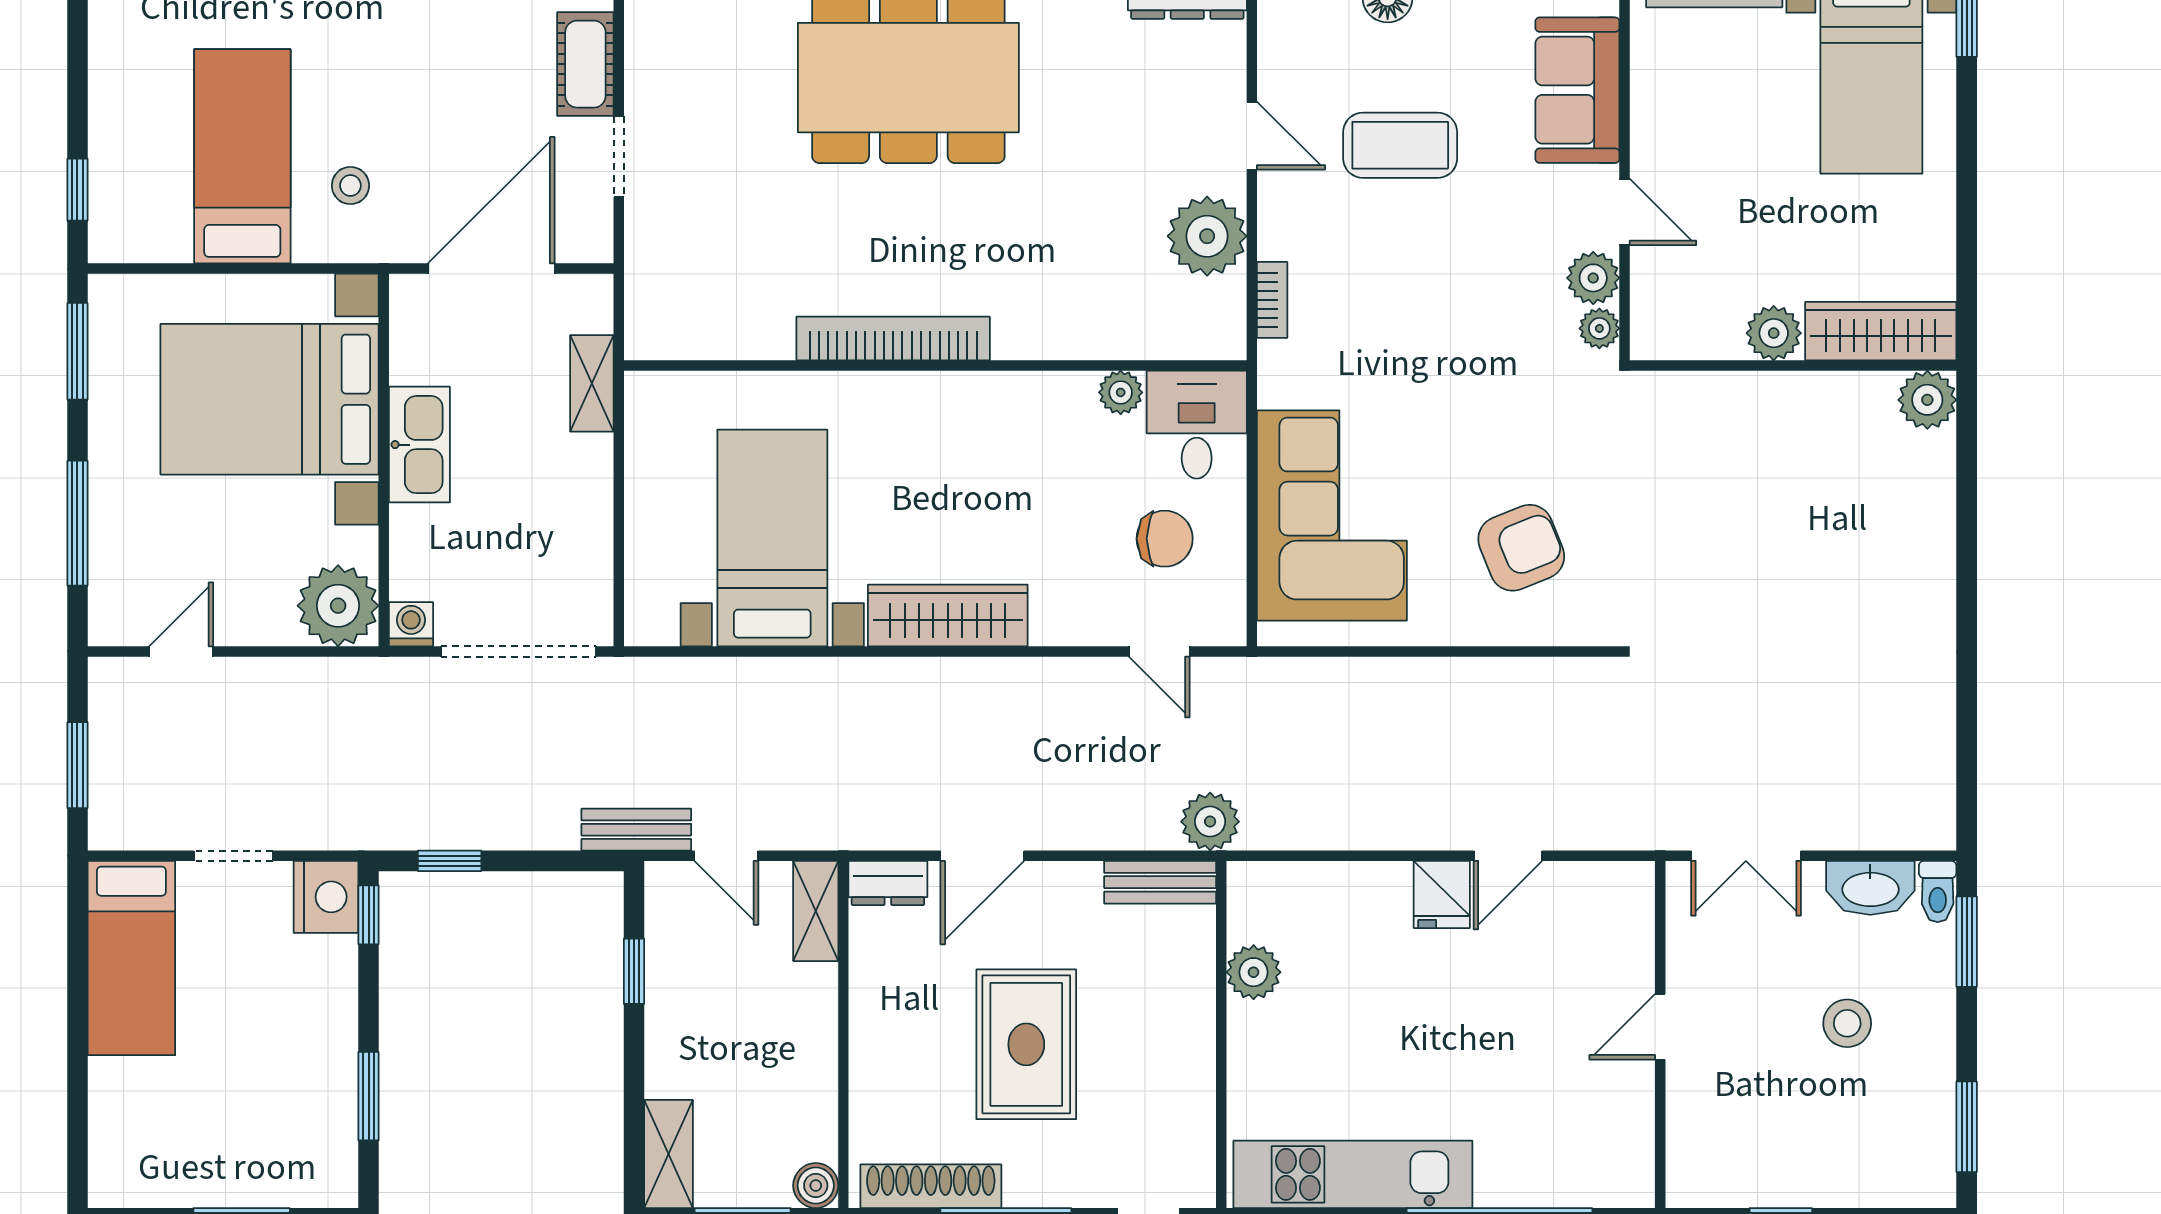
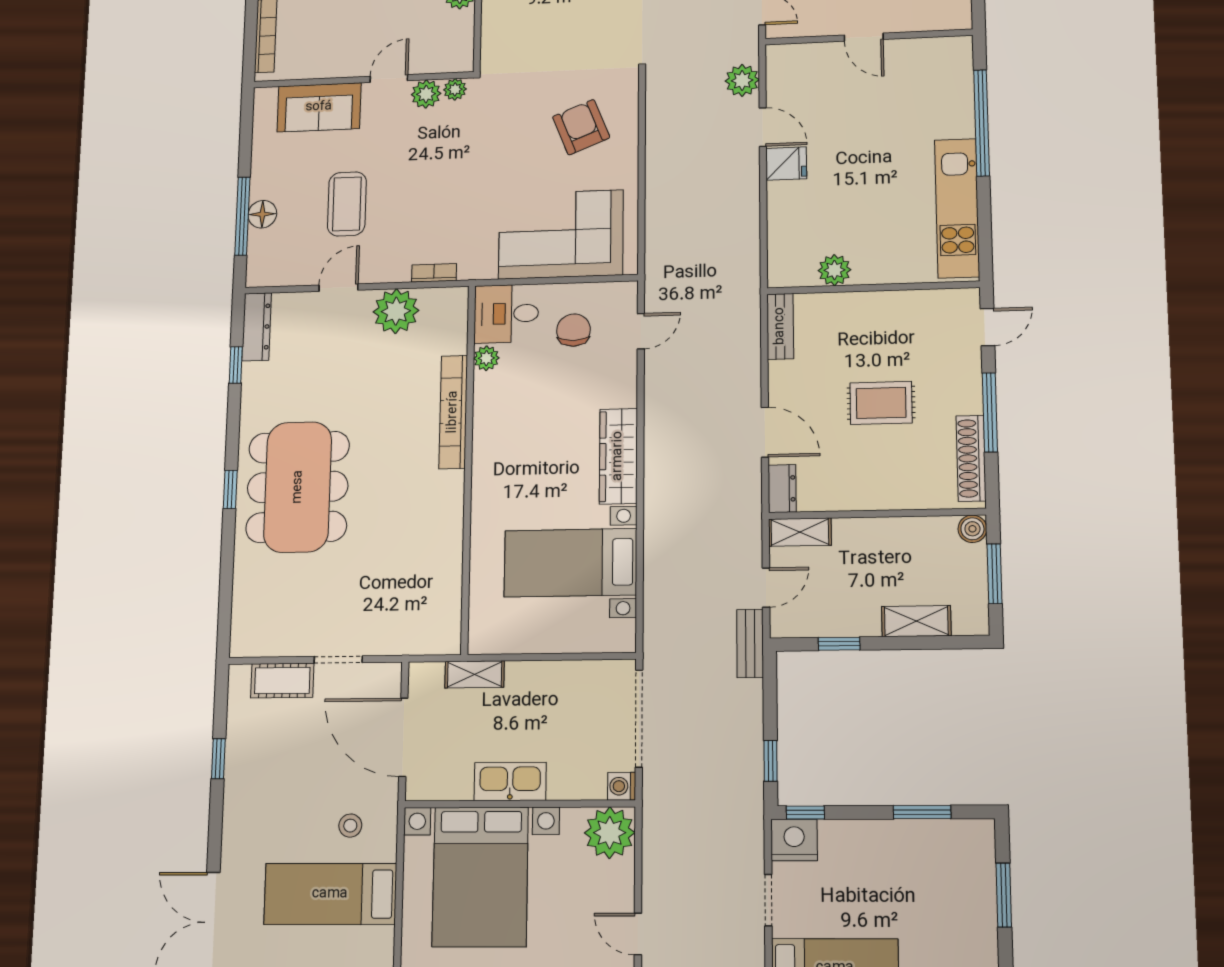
bookcase: (893, 338) -> (453, 412), moved
plant: (1210, 822) -> (742, 80), moved
rug: (1026, 1044) -> (881, 403), width x0.73, depth x0.70
shelving: (669, 1154) -> (916, 621), moved

